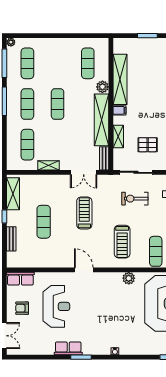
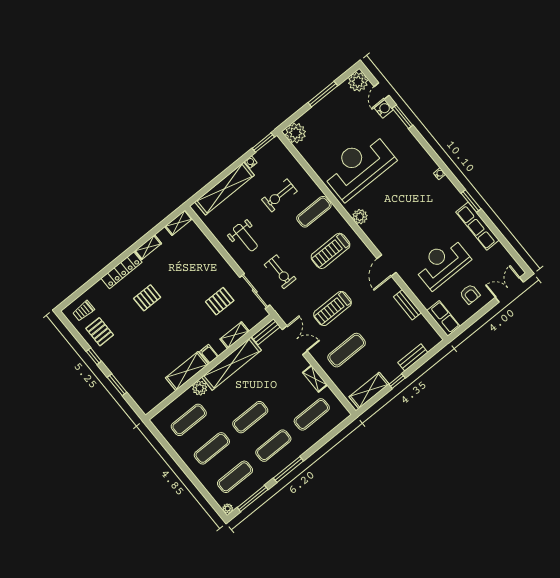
exercise mat: (58, 63) -> (212, 448), added
shelving: (120, 79) -> (187, 371), width x0.68
pallet: (148, 145) -> (220, 301), turned 90
exercise mat: (44, 222) -> (347, 350), moved
treadmill: (122, 242) -> (330, 251), turned 180
bench: (48, 263) -> (407, 305), added
row of seats: (68, 348) -> (477, 226), width x1.48

